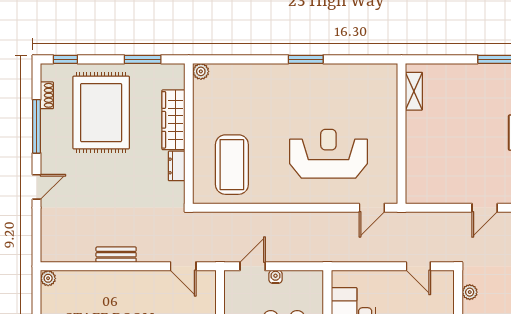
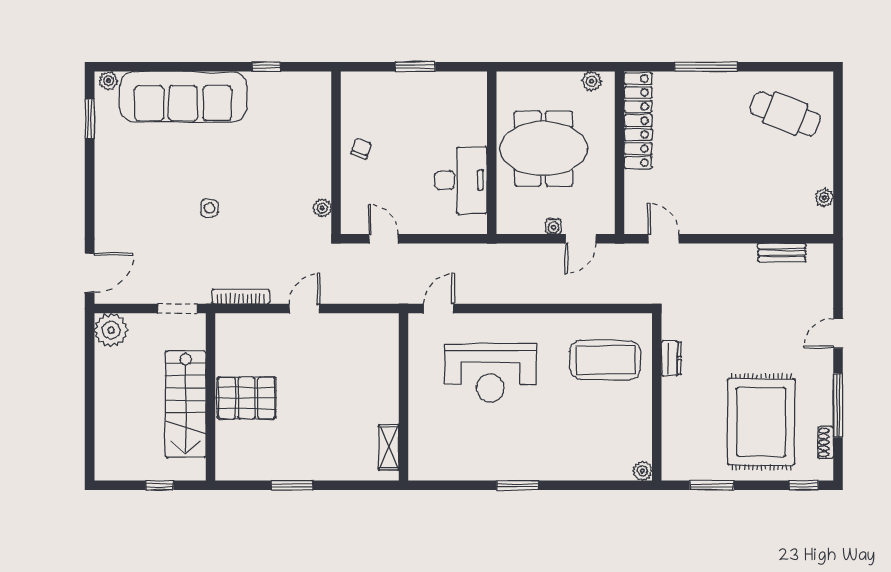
wardrobe: (173, 120) -> (675, 413), removed
coffee table: (232, 165) -> (605, 360), turned 90
bench: (116, 255) -> (782, 253), moved
plant: (48, 278) -> (824, 198), moved

